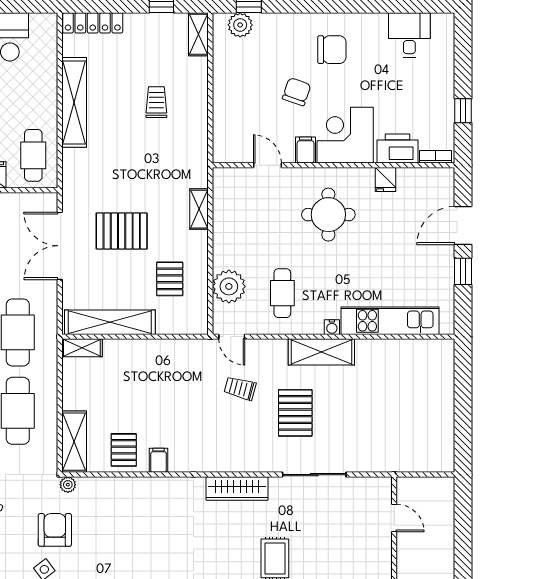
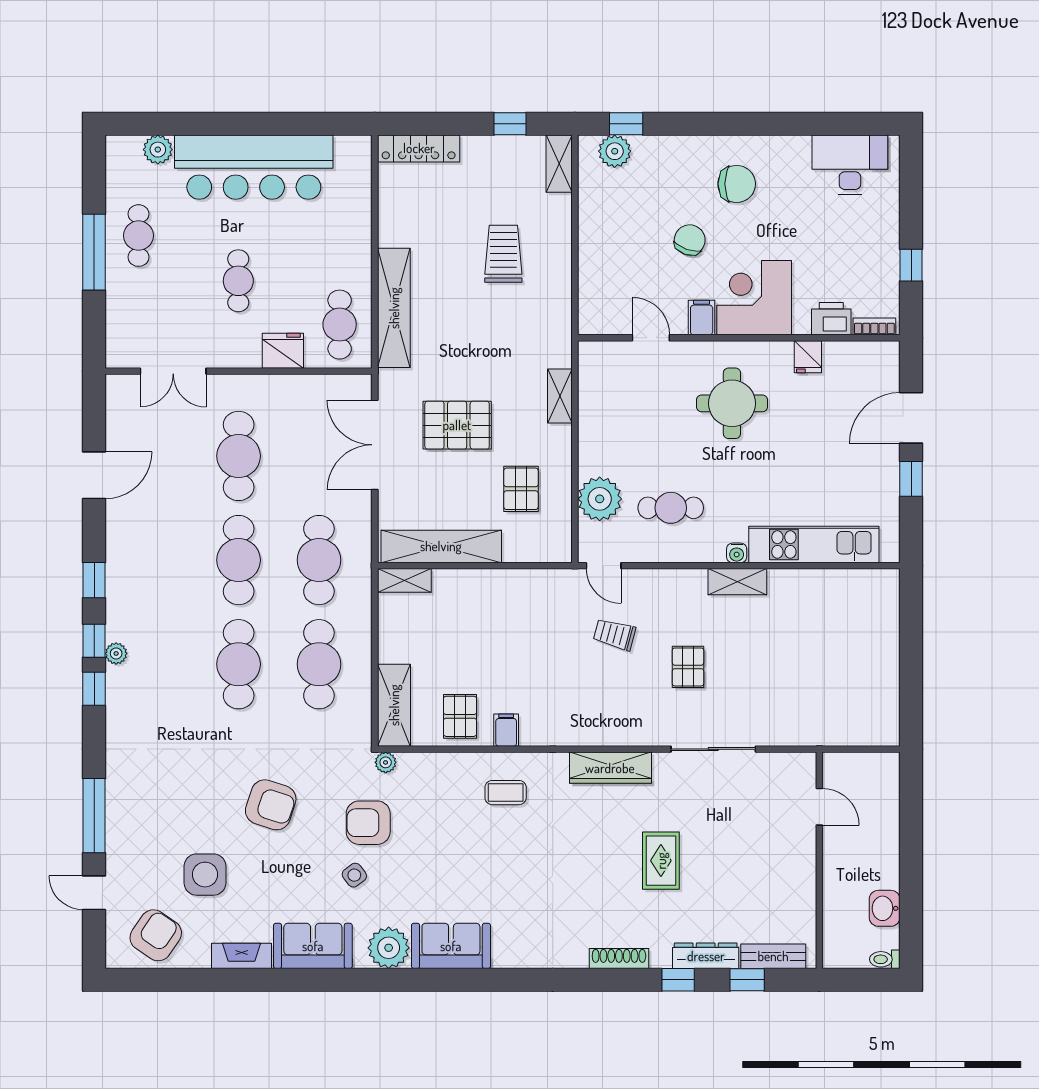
desk: (409, 35) -> (850, 165), width x1.37
shelving: (74, 102) -> (394, 308), moved
trolley: (156, 102) -> (503, 254), width x1.36, depth x1.39
printer: (398, 149) -> (831, 319), width x0.73, depth x0.84
cafe table: (282, 293) -> (671, 508), turned 90
shelving: (321, 352) -> (737, 582), width x0.67, depth x0.75
pallet: (295, 413) -> (688, 667), width x0.67, depth x0.71
coffee table: (158, 507) -> (506, 793), added
armchair: (55, 530) -> (368, 823), turned -90

